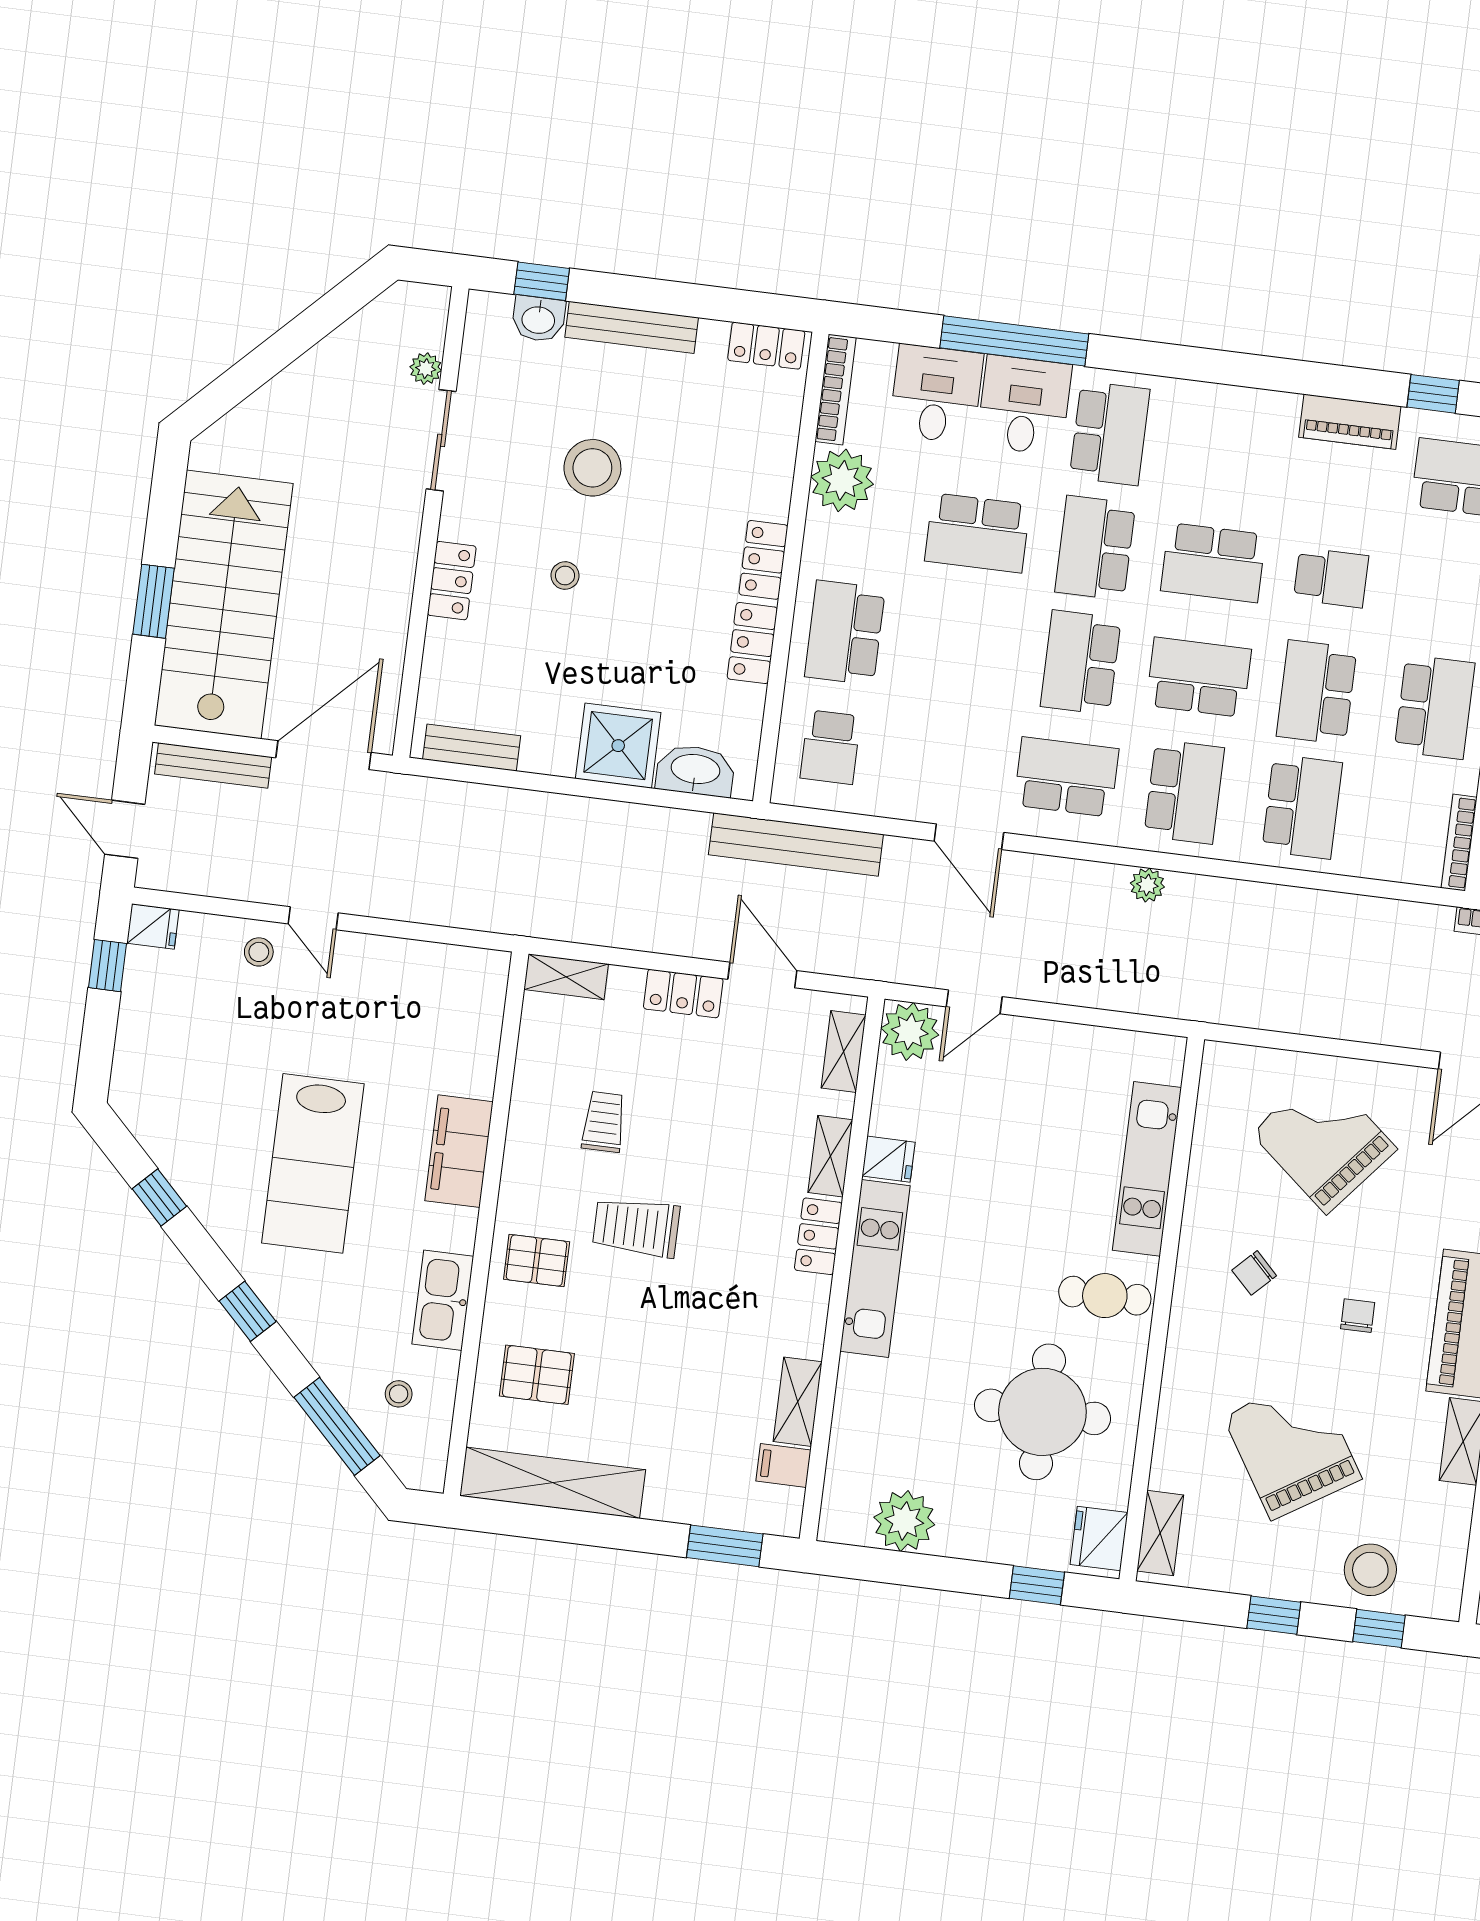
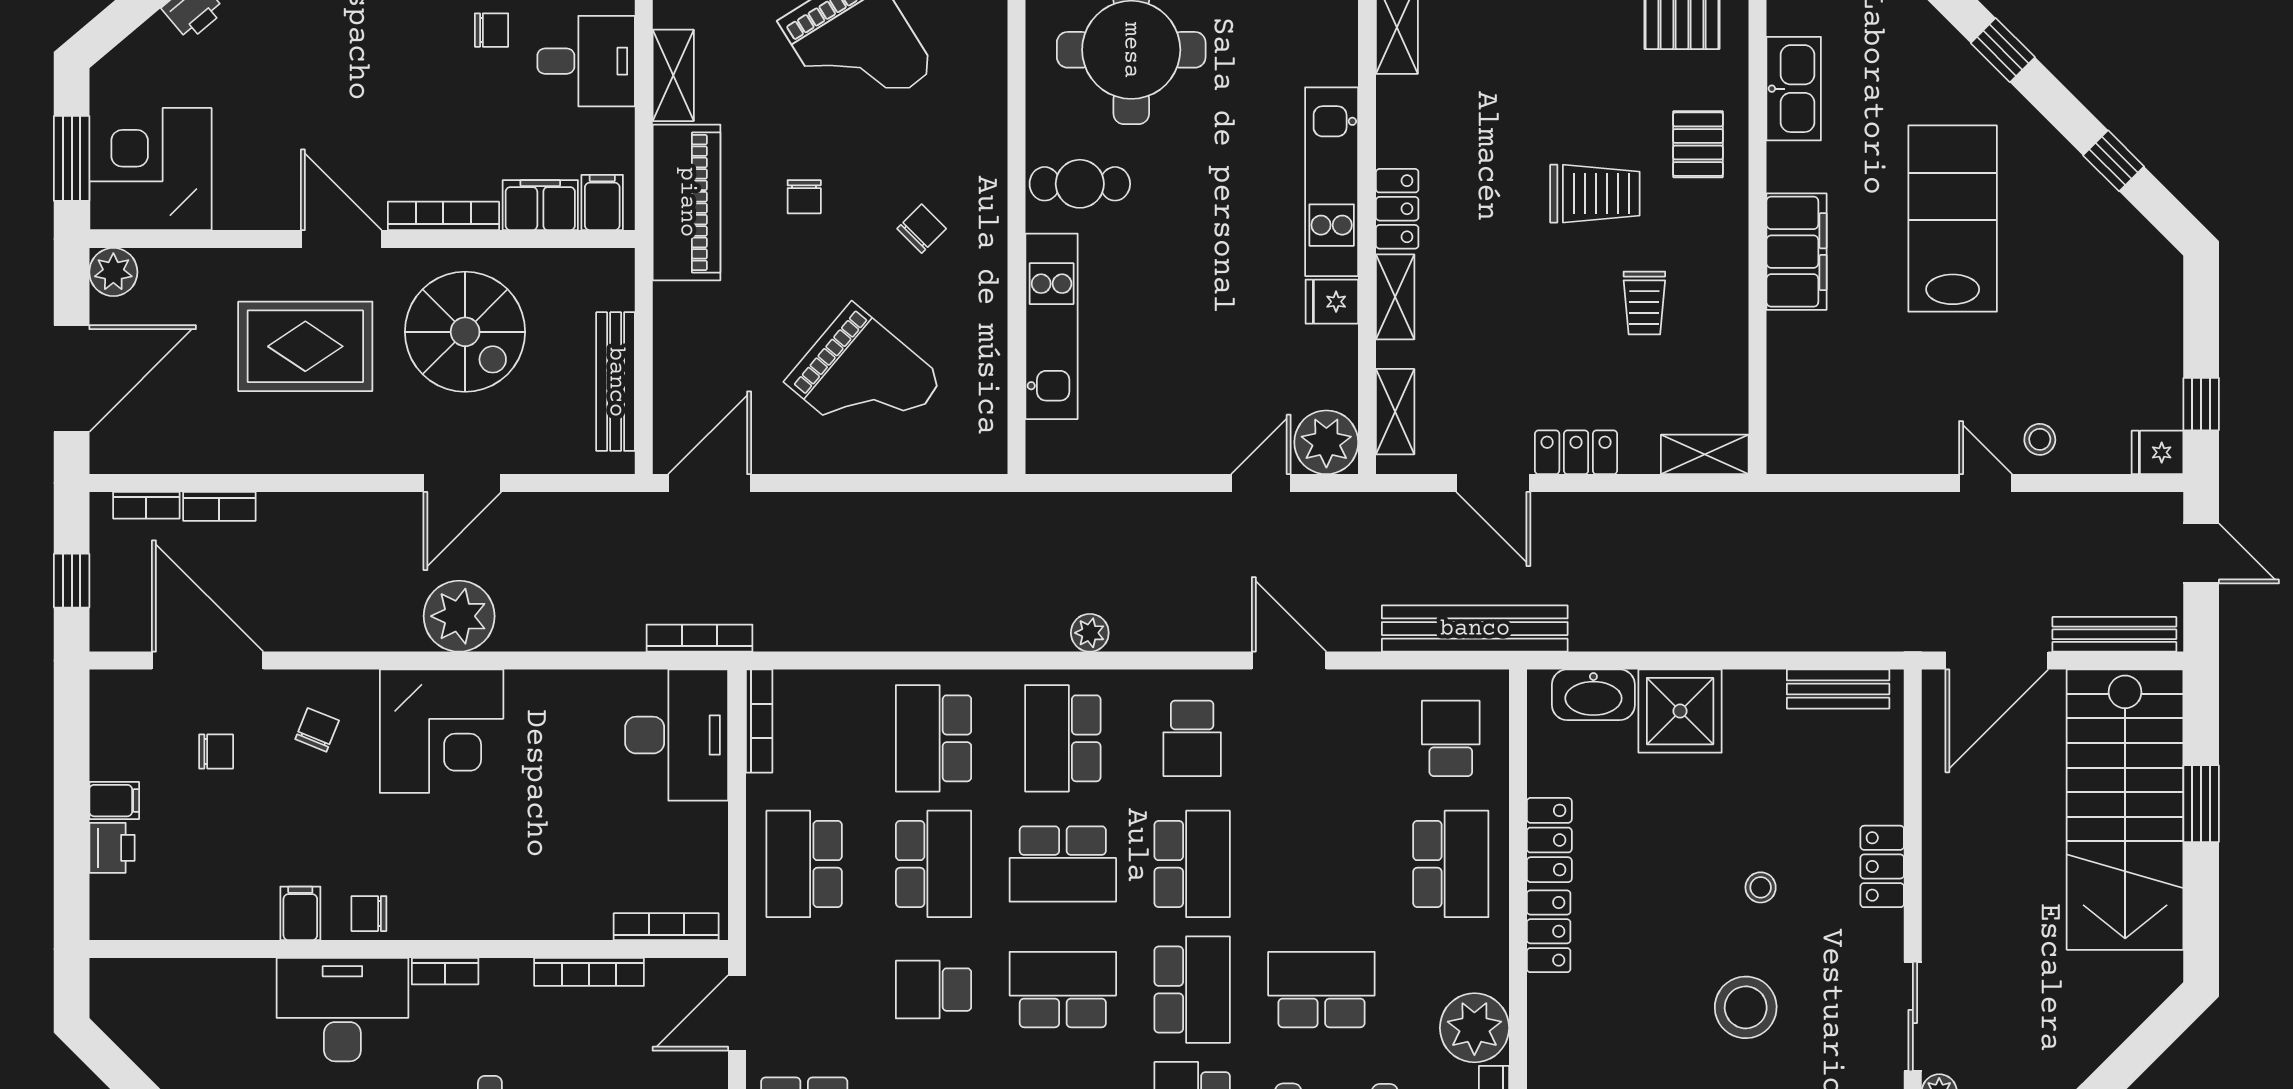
school desk: (1066, 777) -> (1192, 738), width x0.54
pallet: (537, 1260) -> (1698, 144), turned 90

